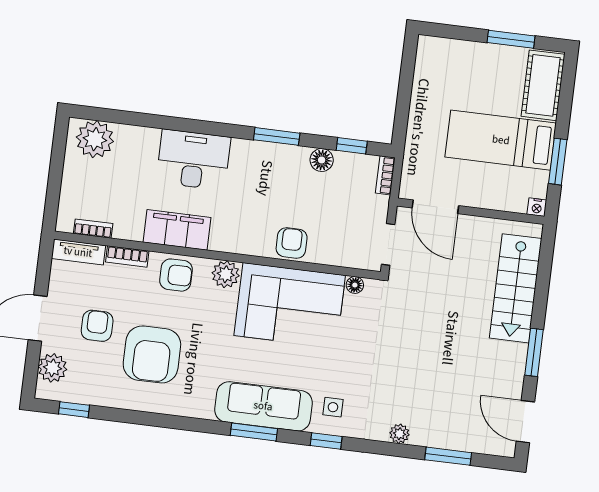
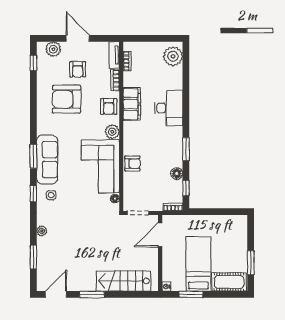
armchair: (97, 326) -> (78, 69), turned 90

